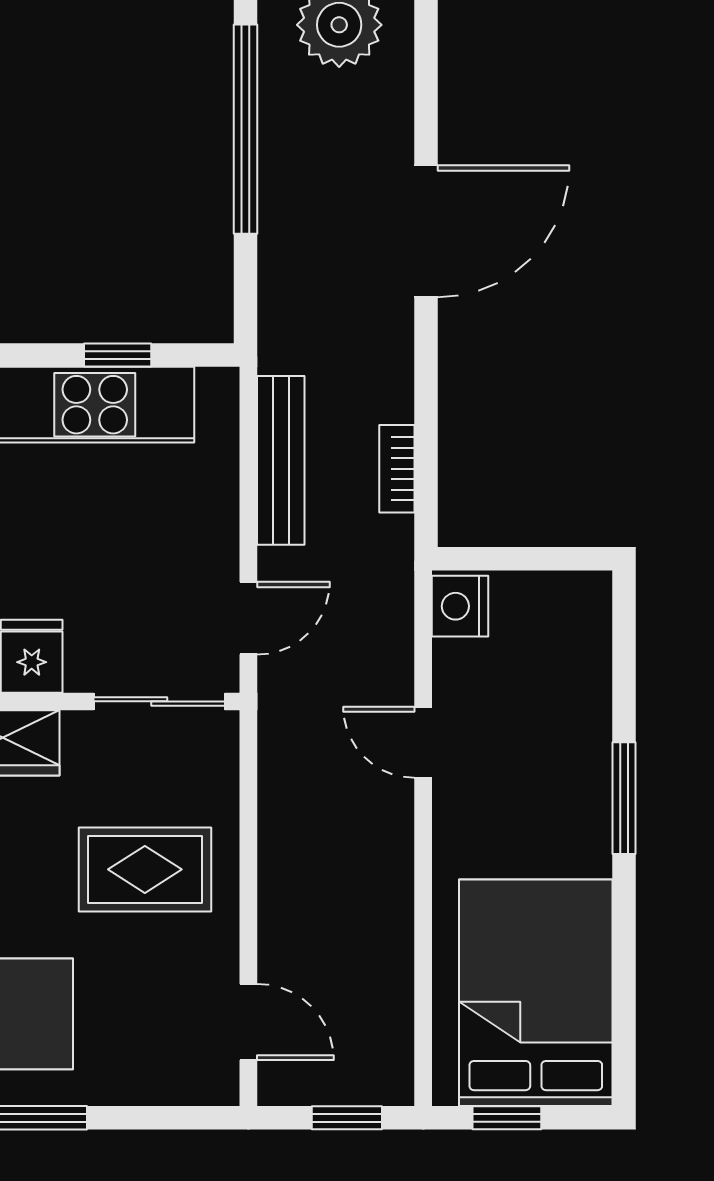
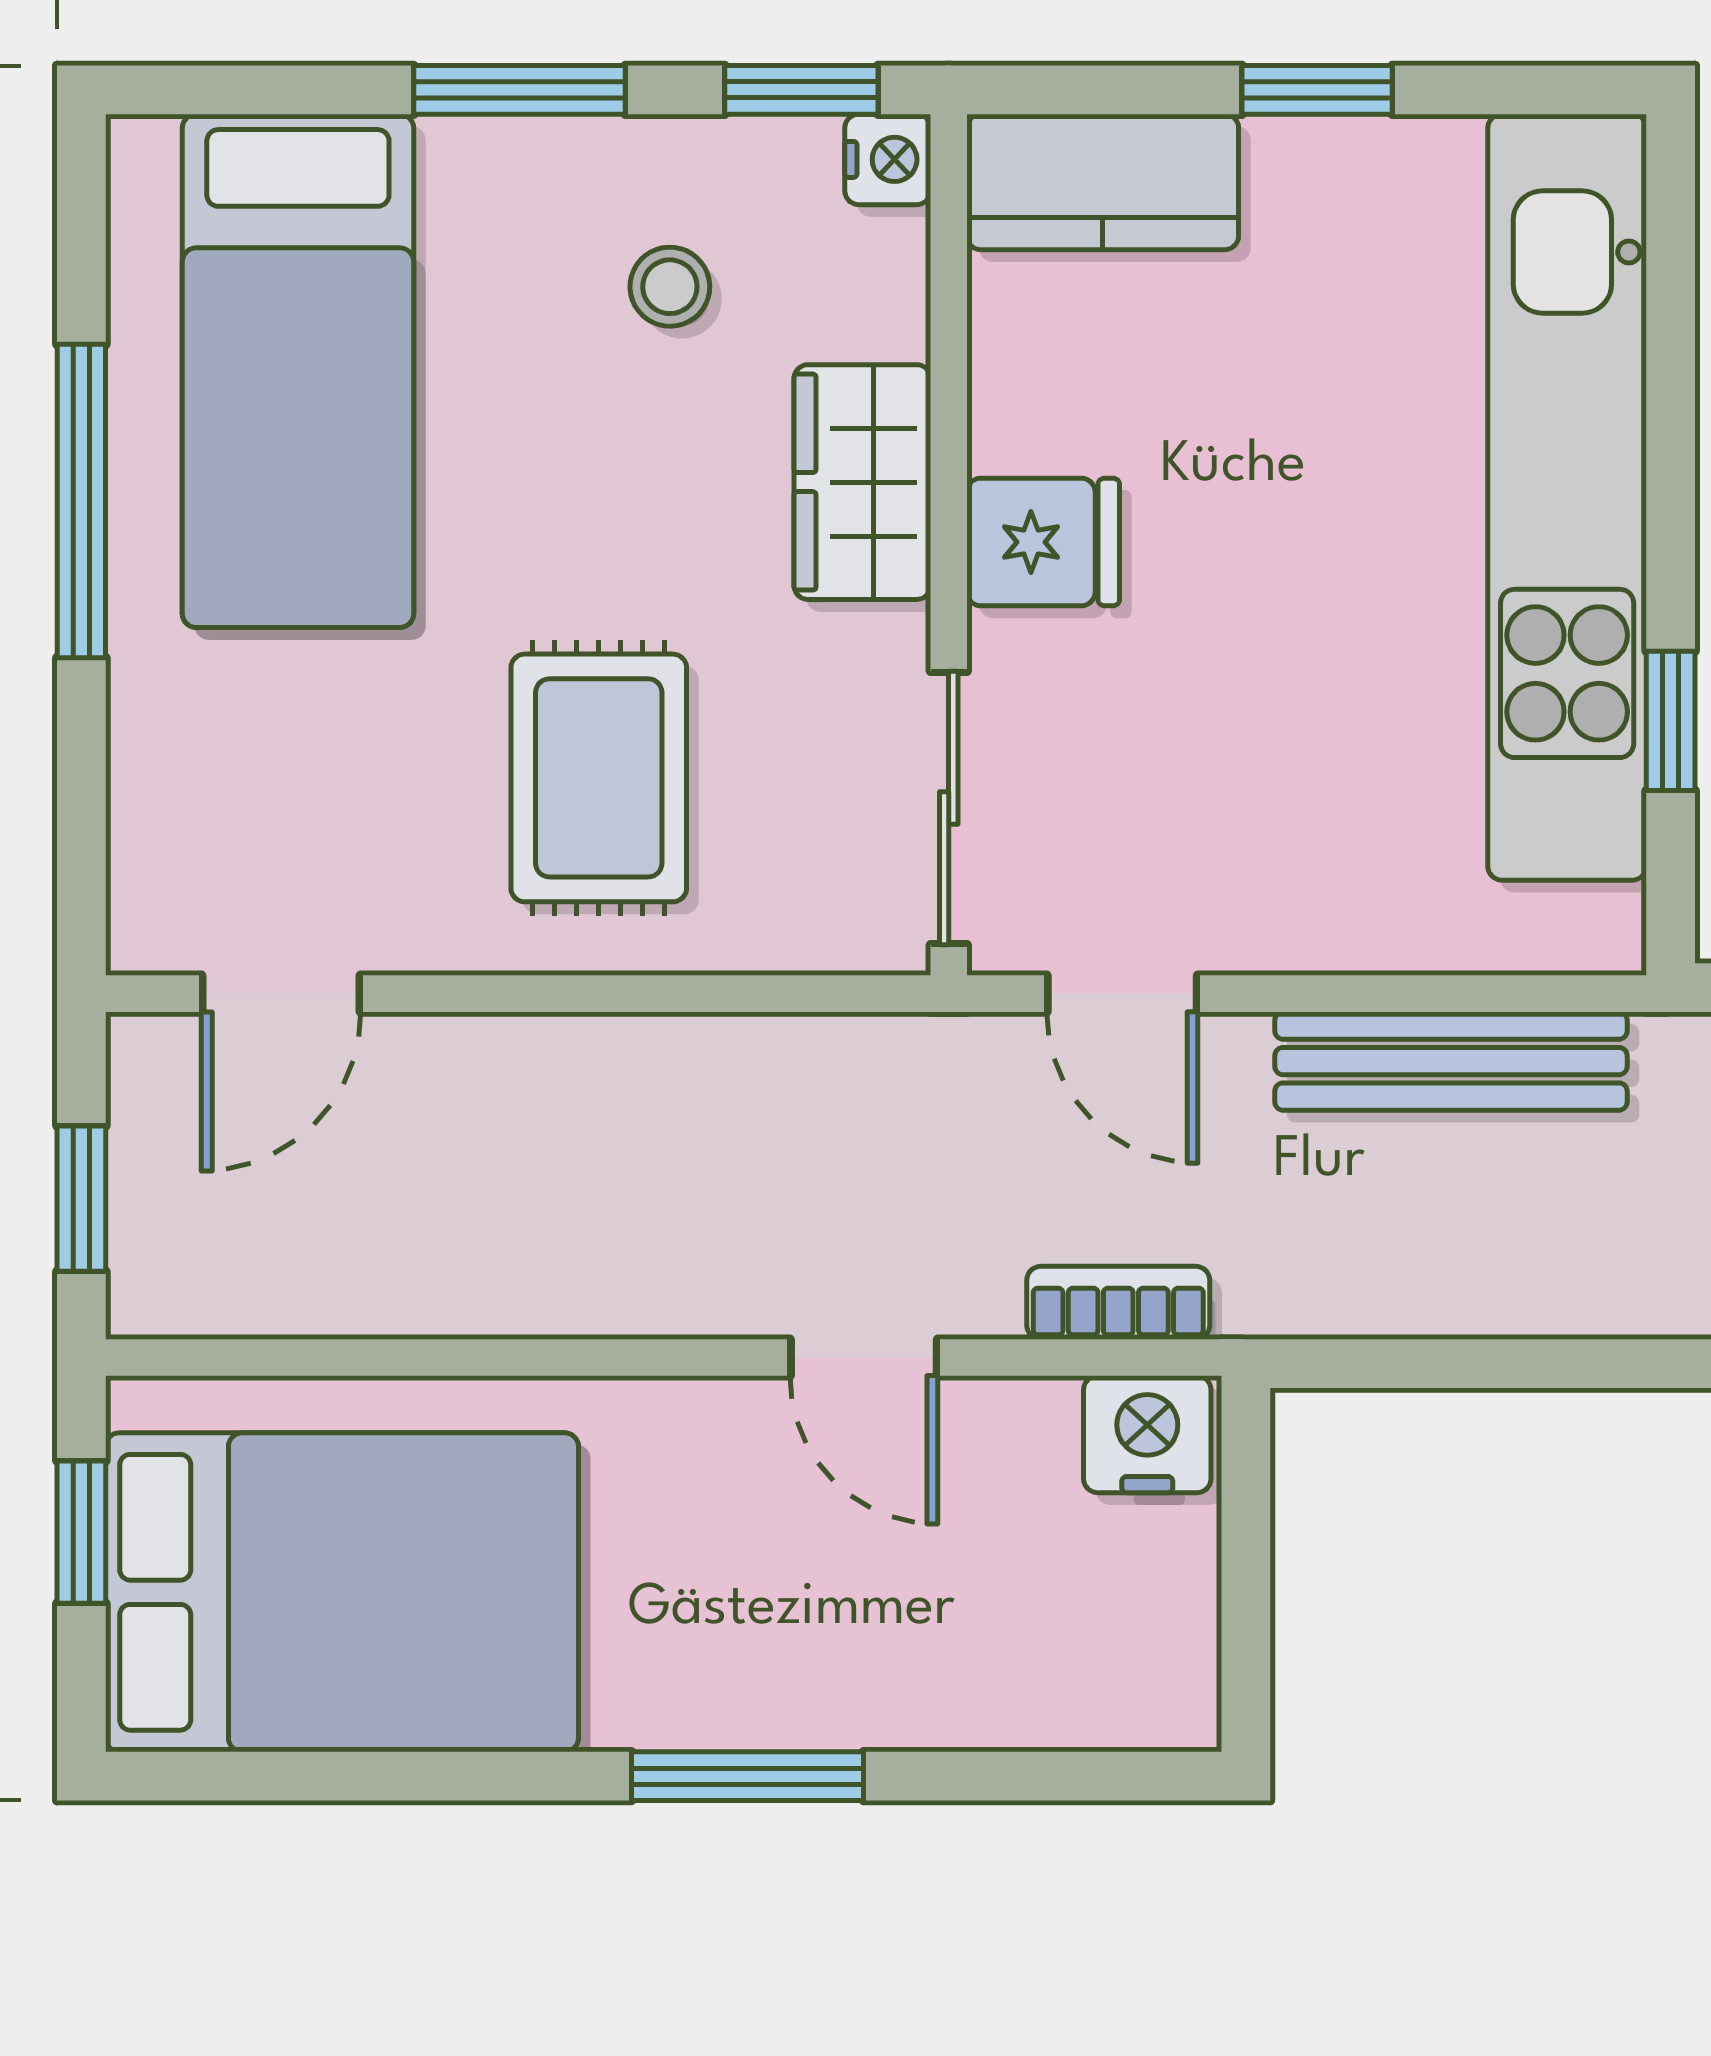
bookcase: (397, 469) -> (1118, 1303), moved
door: (423, 742) -> (864, 1358), swing flipped

